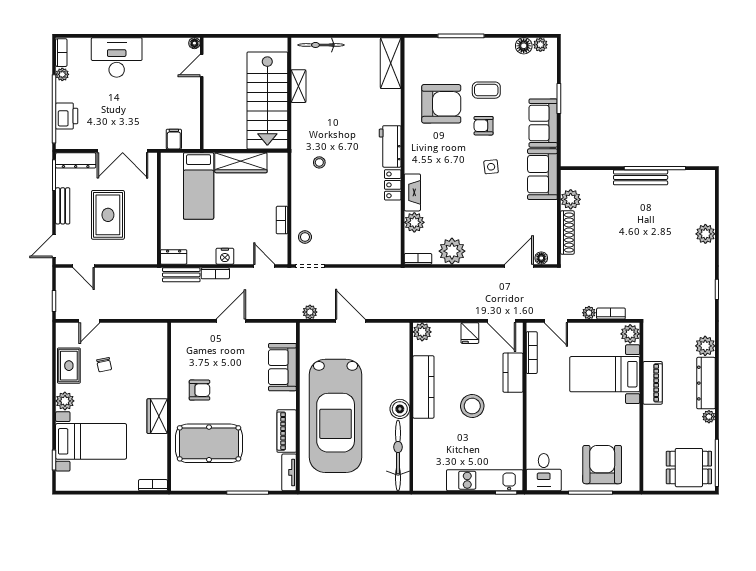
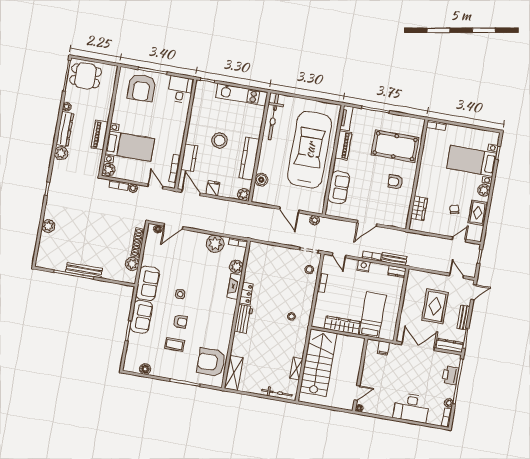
plant: (540, 45) -> (134, 368), removed
armchair: (441, 104) -> (211, 362), moved
boiler: (400, 409) -> (261, 180), moved
wardrobe: (157, 416) -> (419, 208), moved
kitchen unit: (485, 480) -> (242, 95), moved

